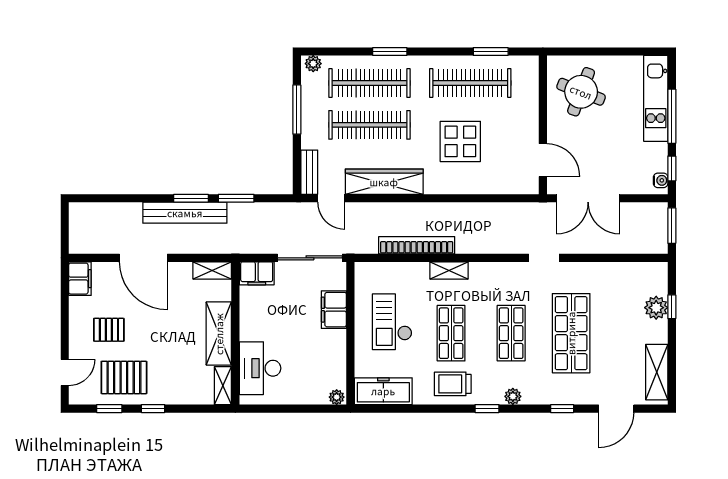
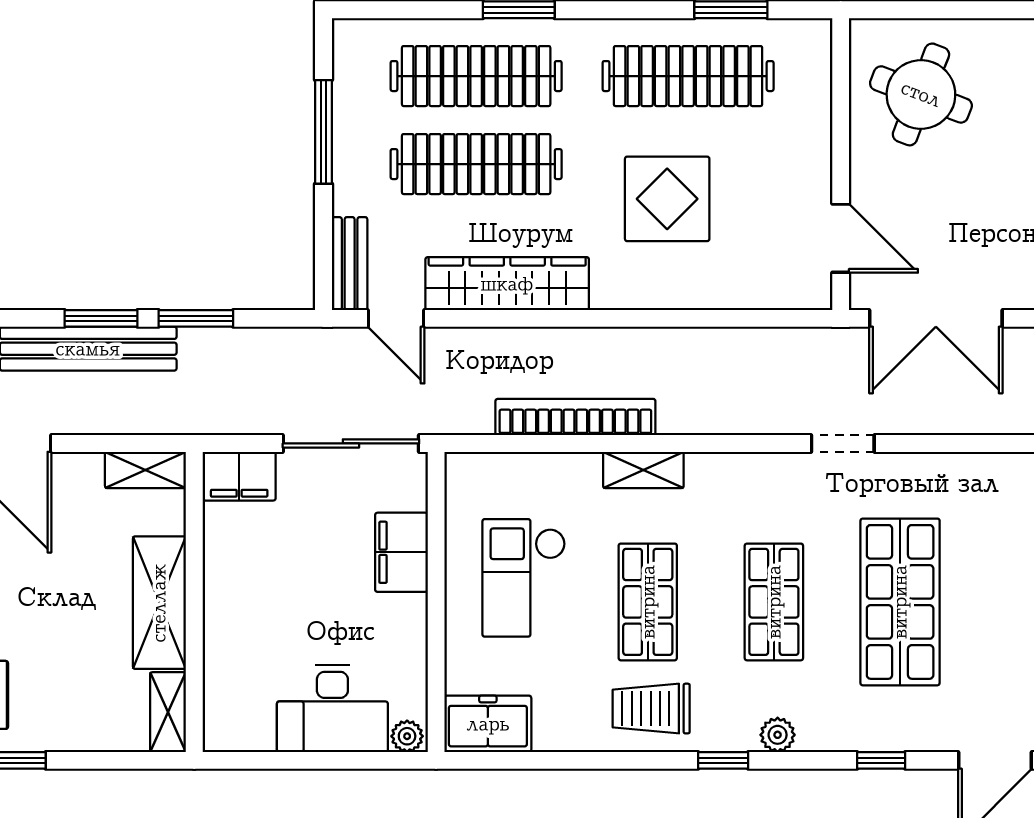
plant: (313, 64) -> (358, 35), removed
desk: (260, 368) -> (332, 708), moved, turned -90
freezer: (383, 391) -> (488, 724), width x0.71

